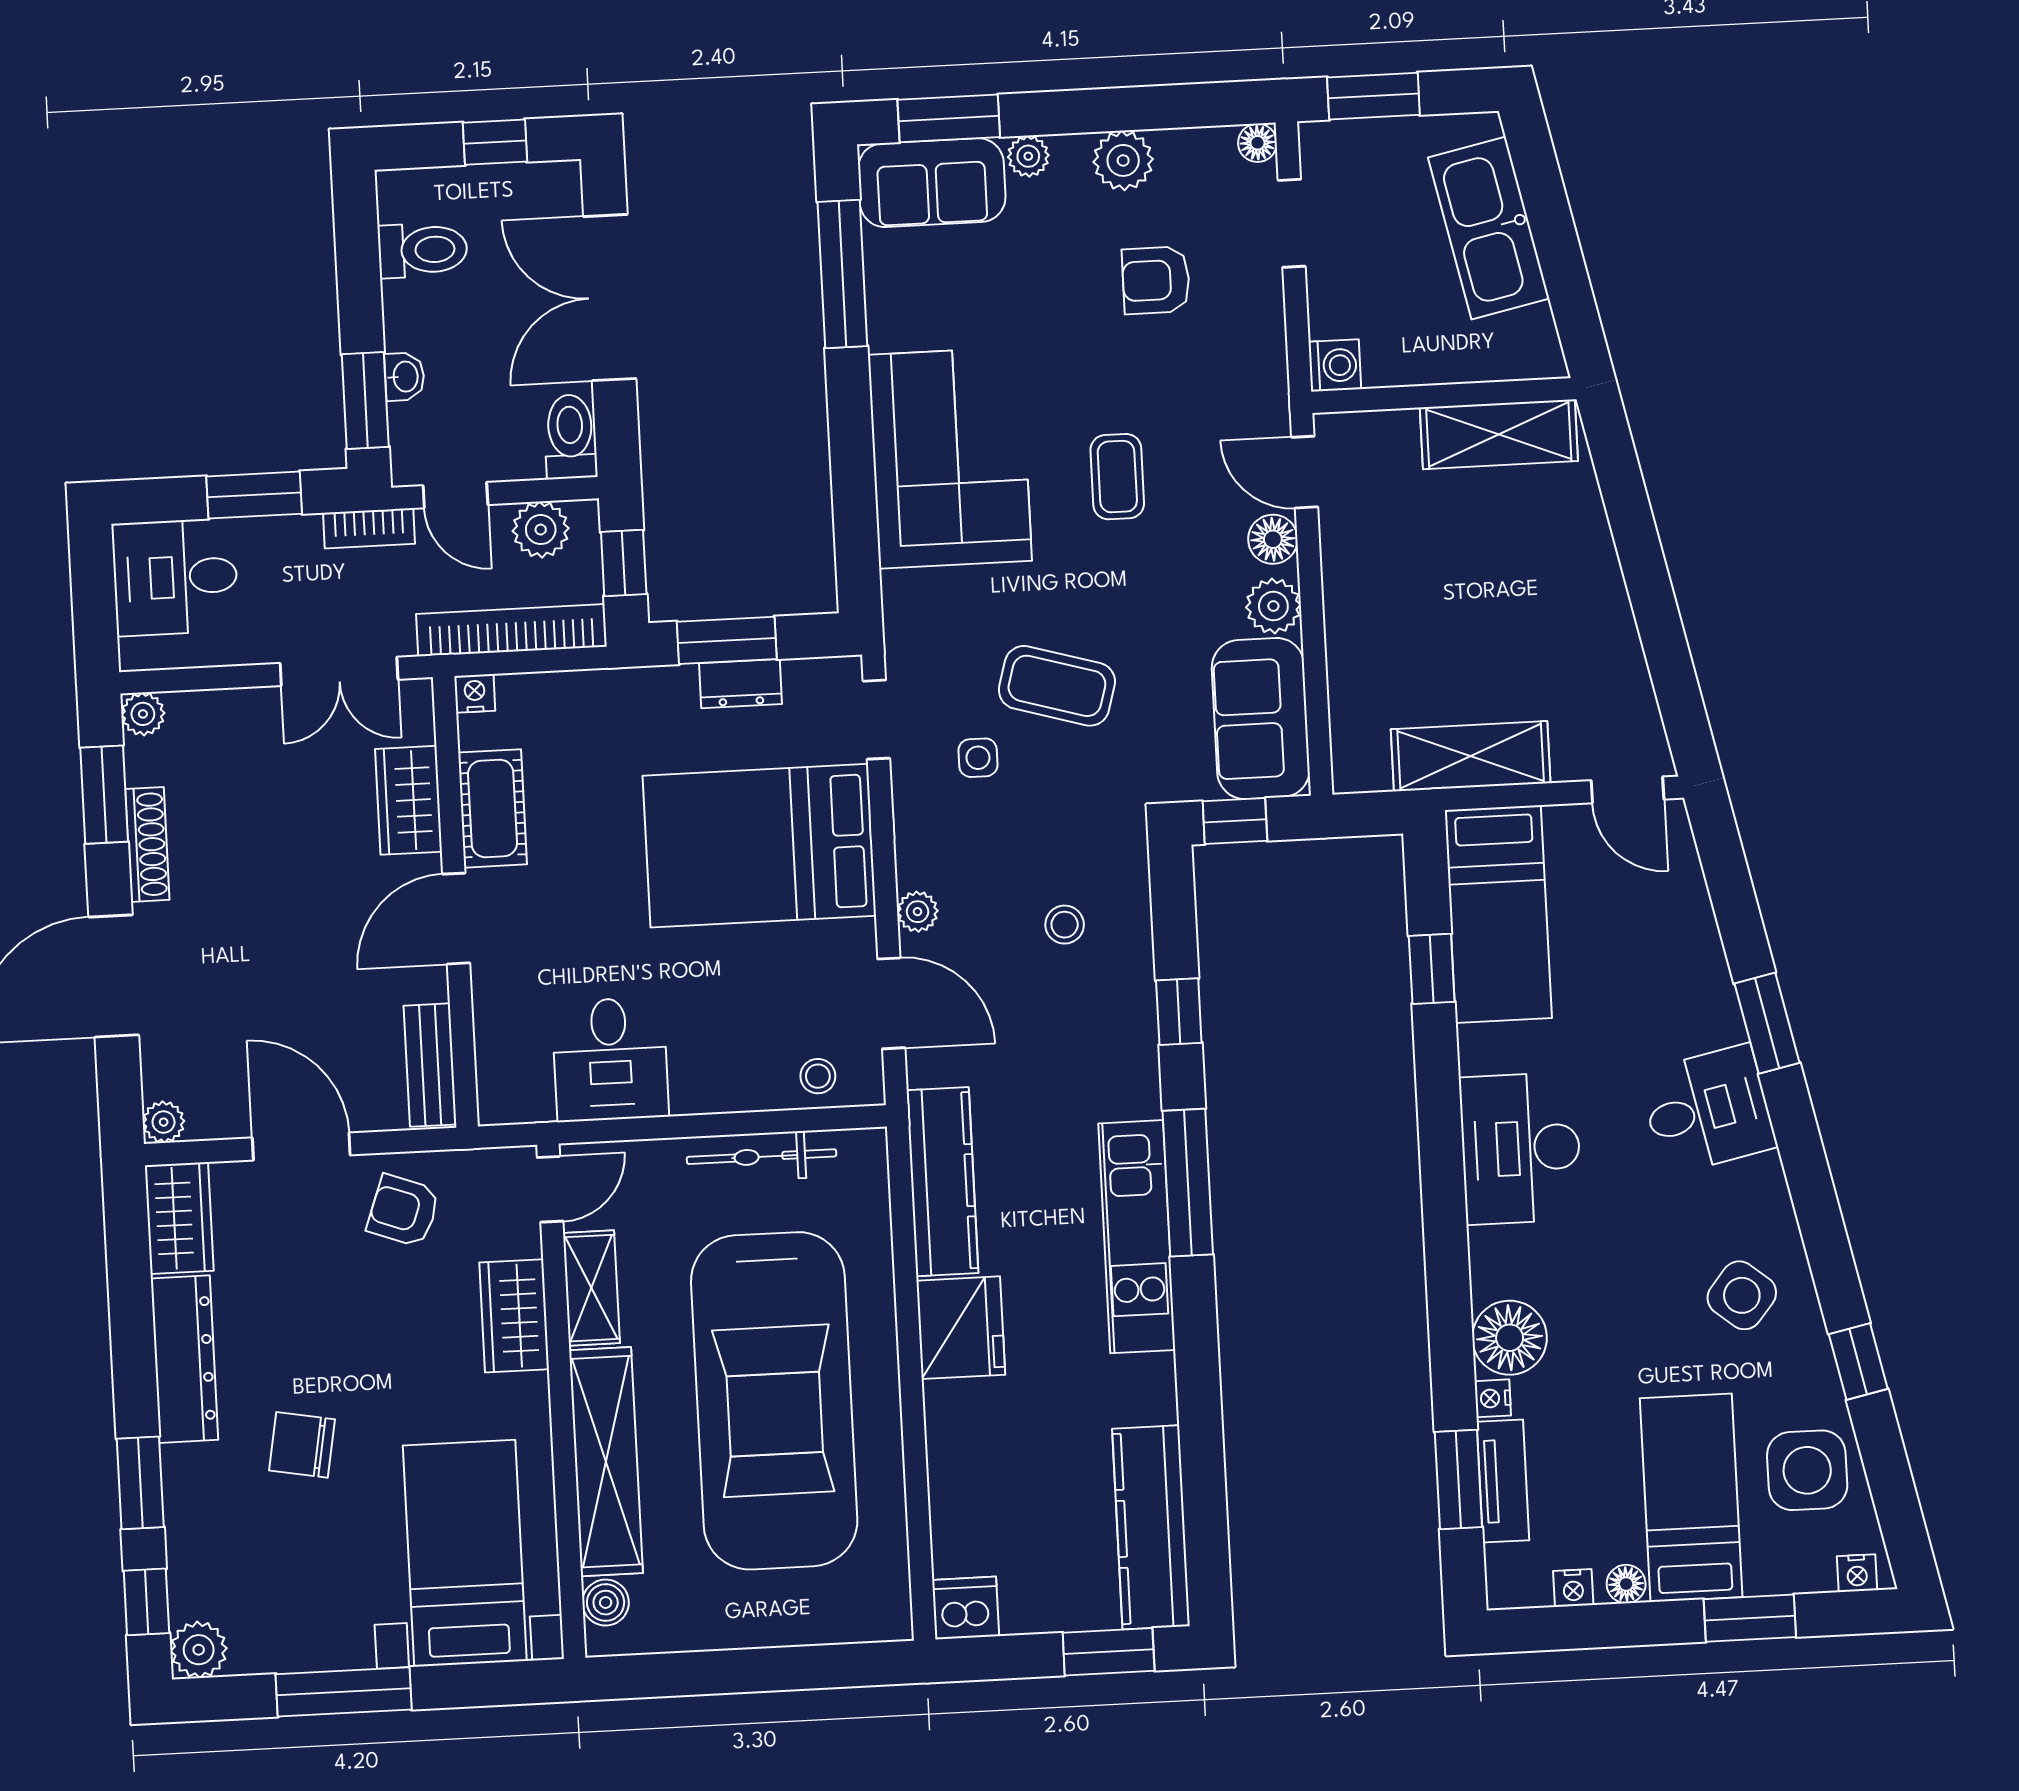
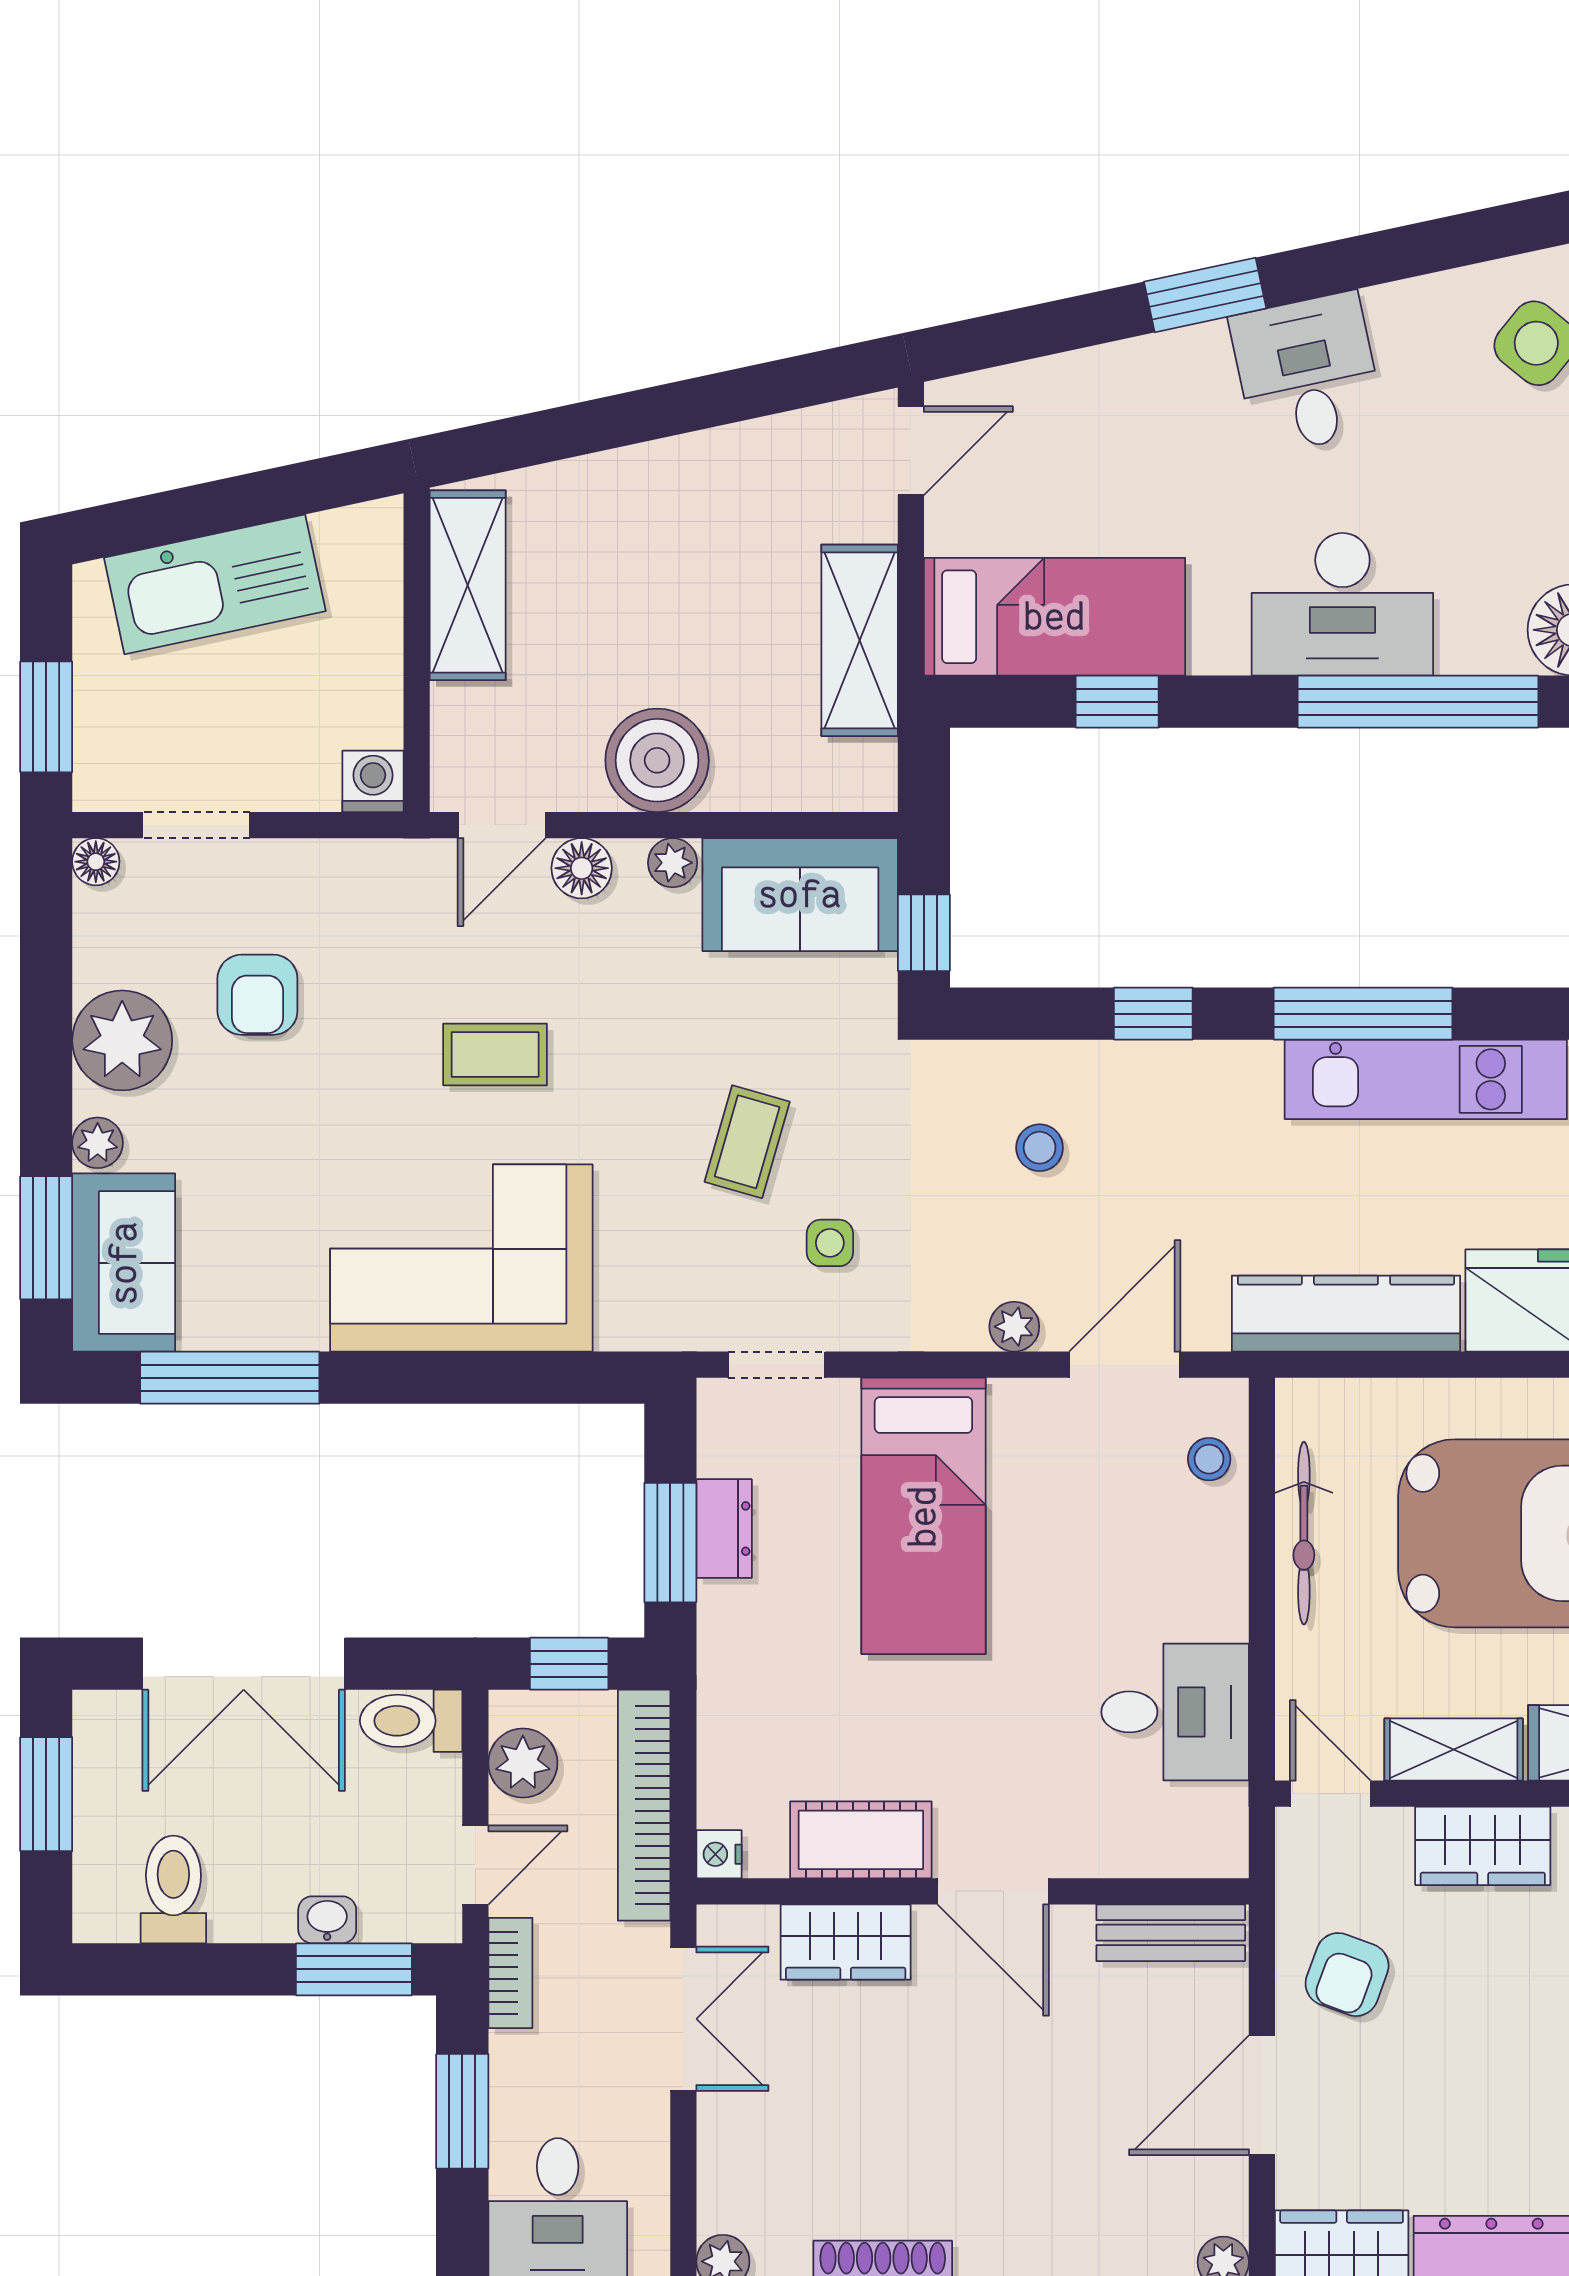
window: (495, 142) -> (46, 1794), width x1.50
plant: (1123, 160) -> (122, 1040), width x1.36, depth x1.36
boiler: (1364, 596) -> (657, 760), added
plant: (1273, 606) -> (673, 863), width x0.73, depth x0.73
coffee table: (1057, 686) -> (747, 1142), width x0.73, depth x0.77
bed: (759, 846) -> (923, 1516), width x0.67
window: (1445, 1214) -> (1418, 702), added

